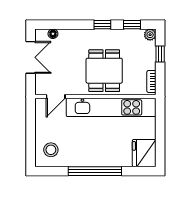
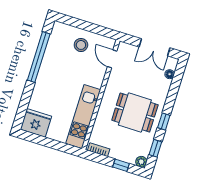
dining table: (104, 71) -> (135, 112), moved
kitchen unit: (111, 107) -> (83, 117), width x0.73
stool: (51, 150) -> (81, 45), moved
window: (95, 171) -> (39, 57), moved

